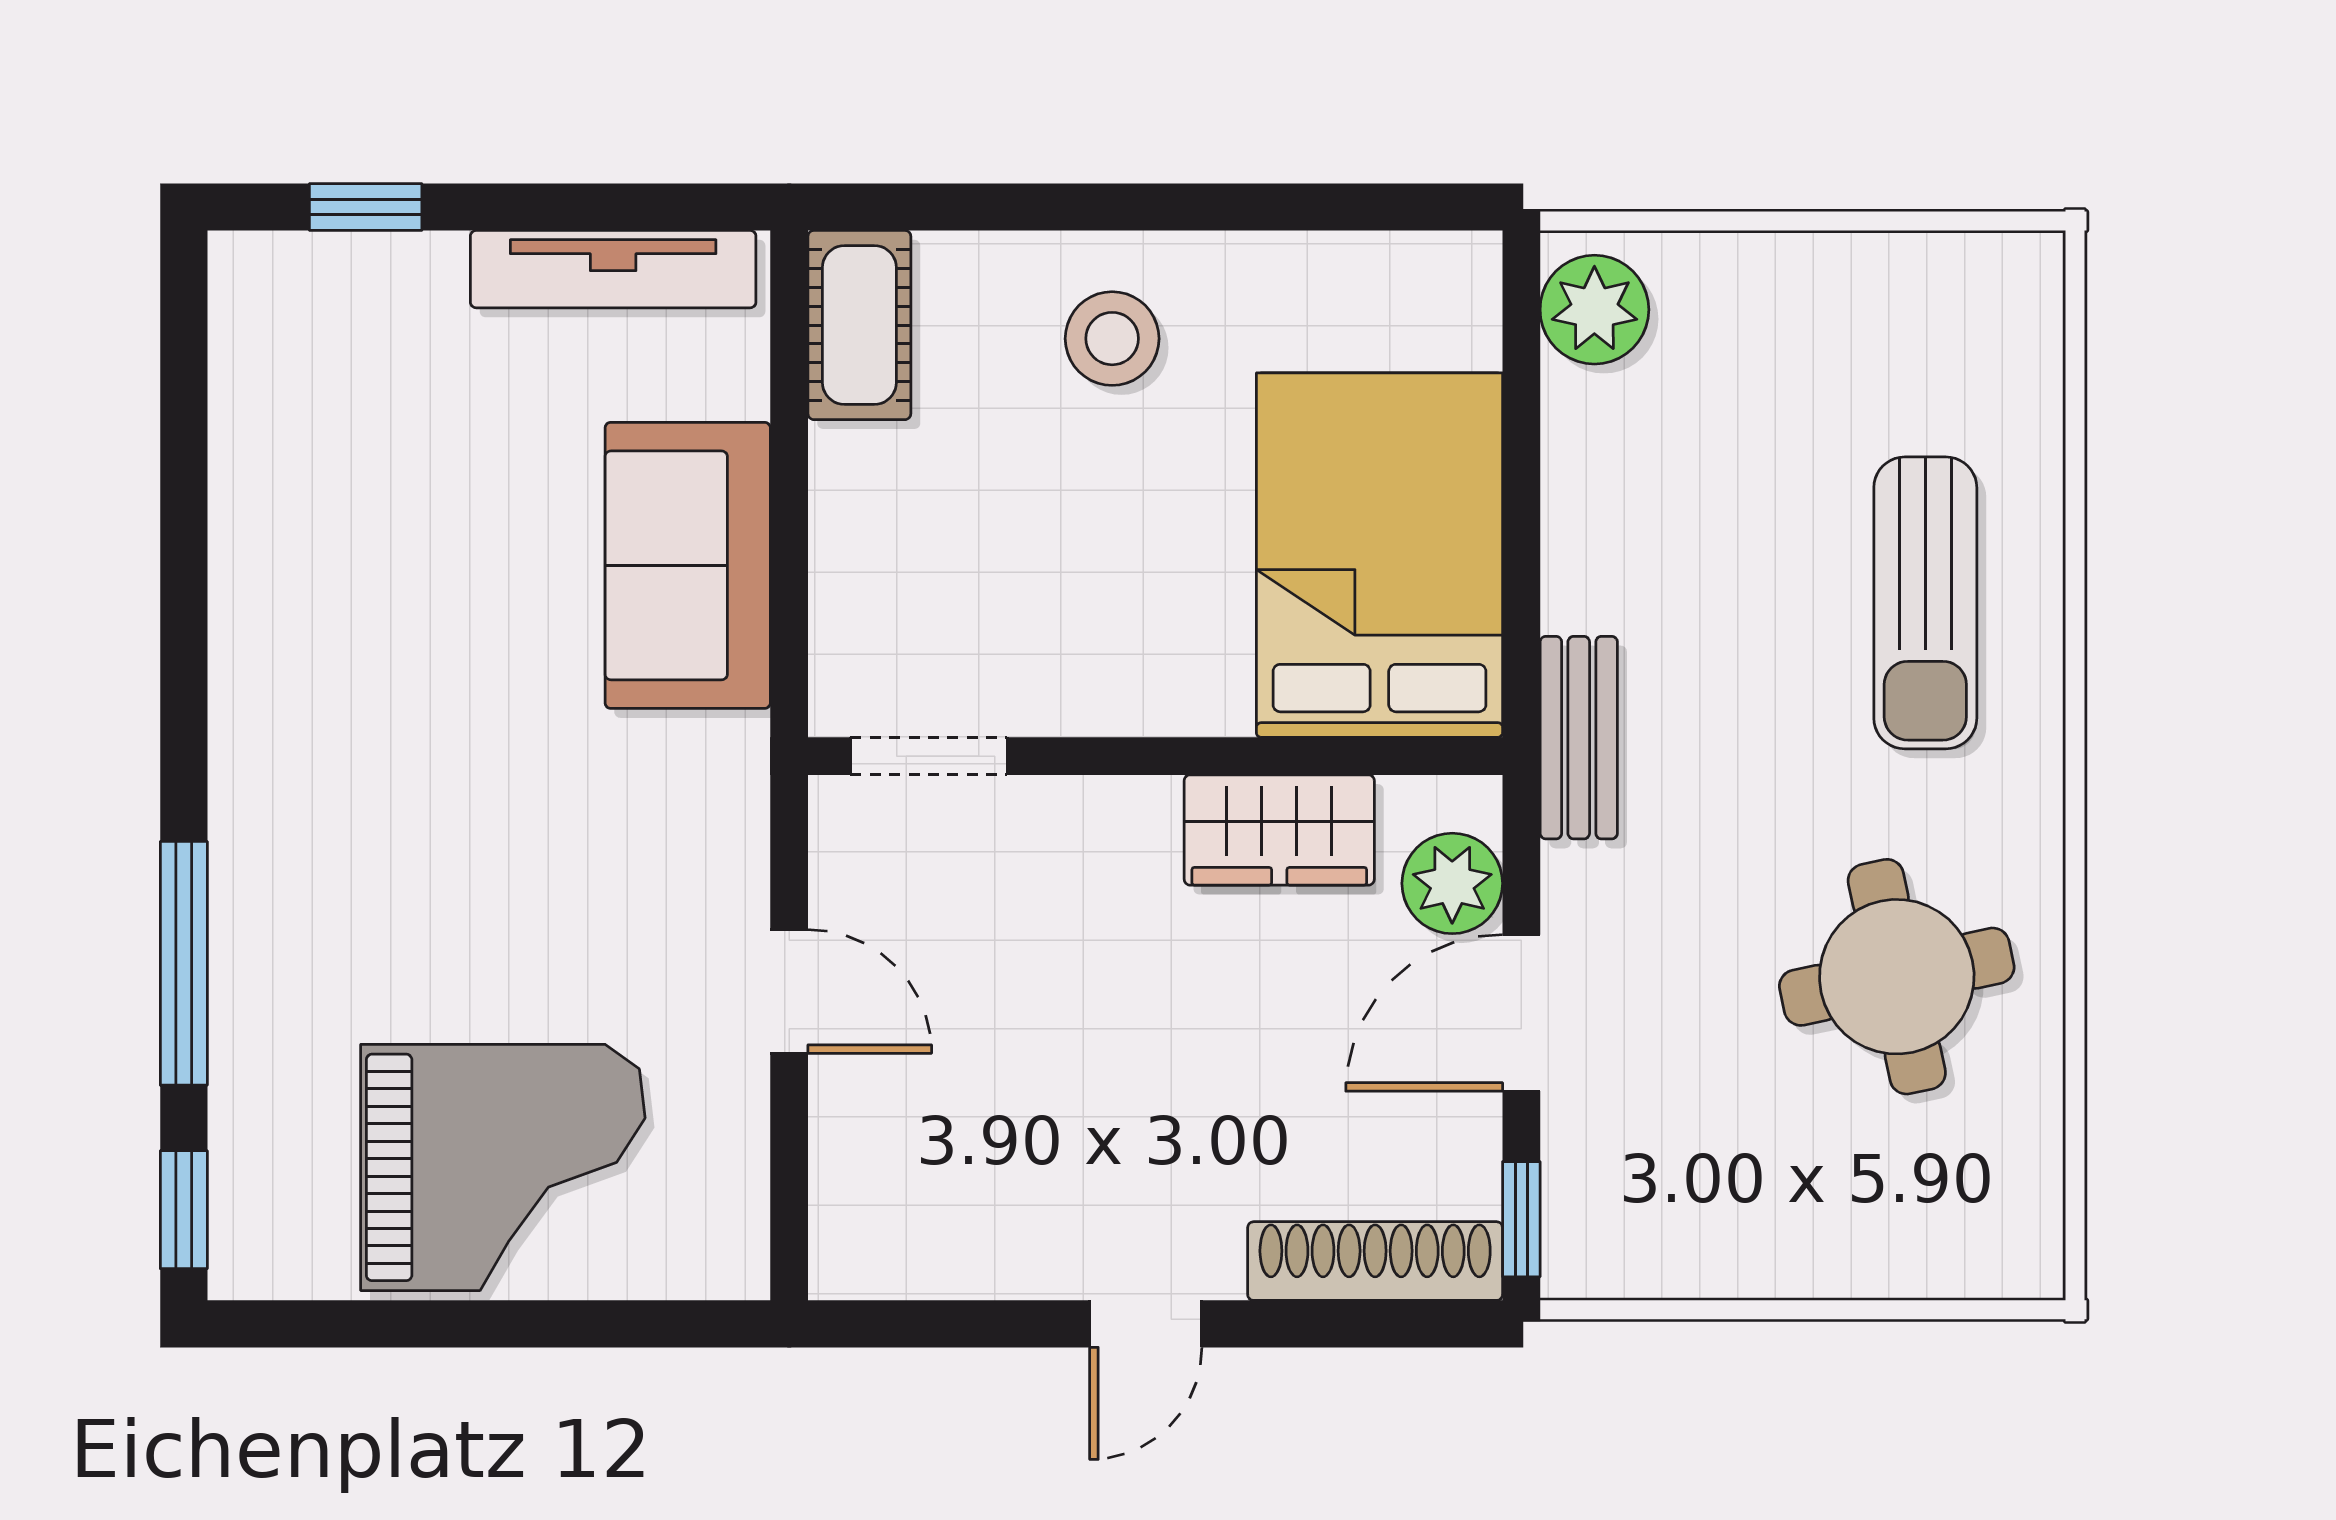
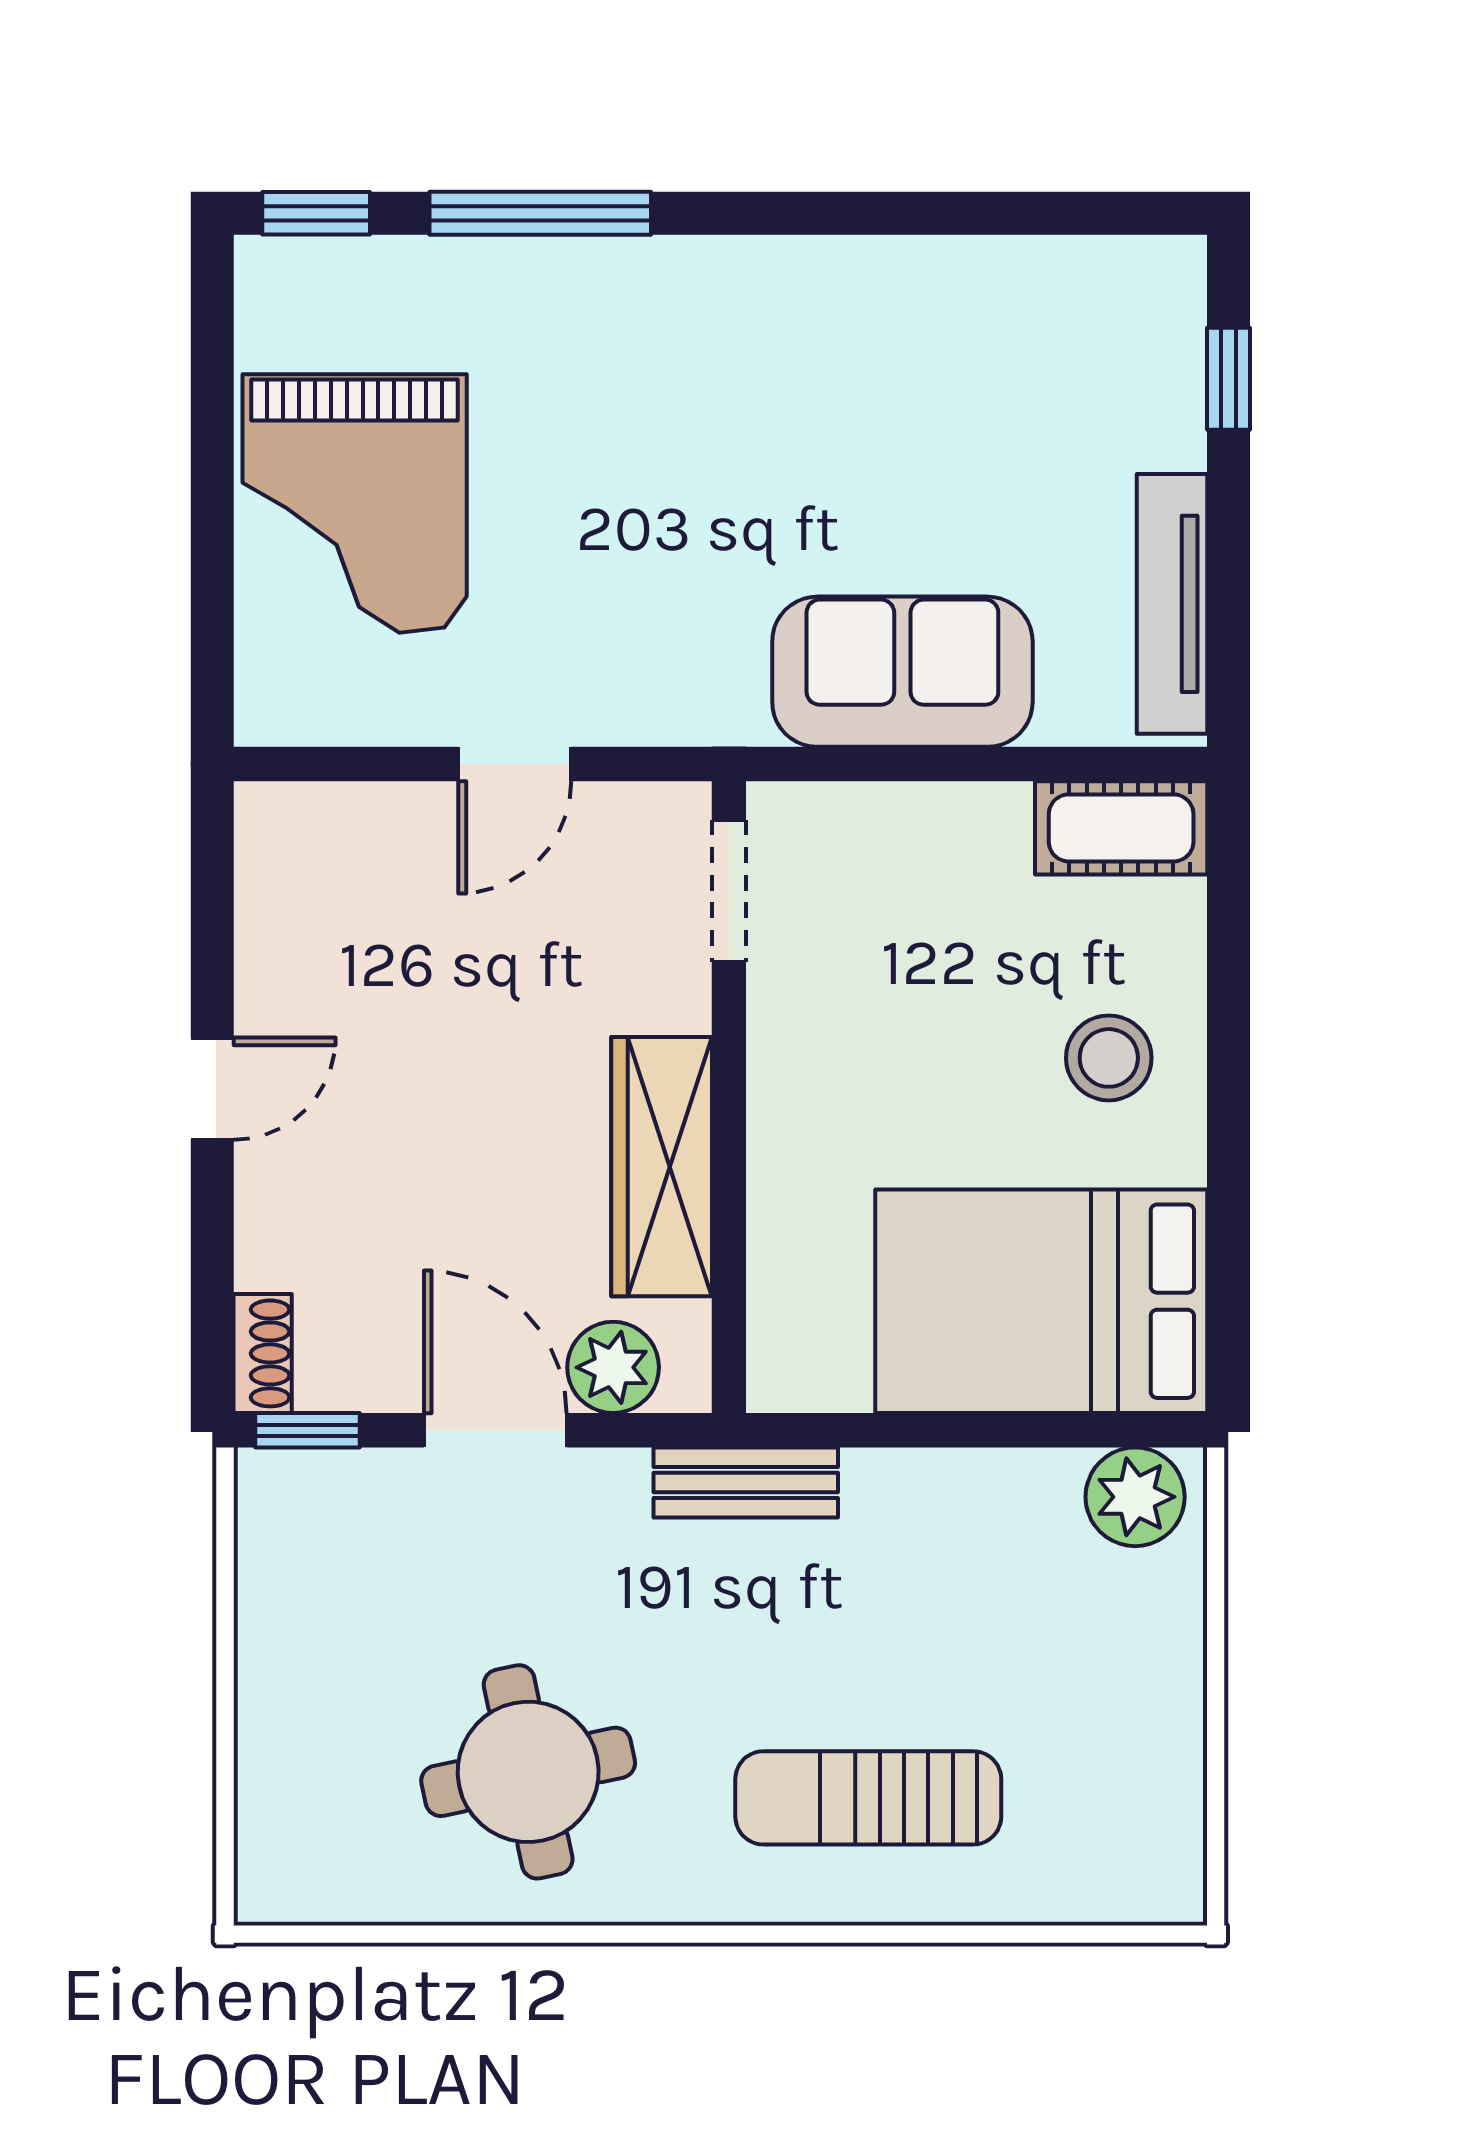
bed: (1379, 555) -> (1041, 1301), moved, turned 180
wardrobe: (1279, 830) -> (662, 1167), width x1.50
shoe rack: (1375, 1261) -> (263, 1353), width x0.51, depth x0.81
door: (1146, 1324) -> (212, 1089), swing flipped

